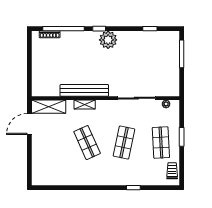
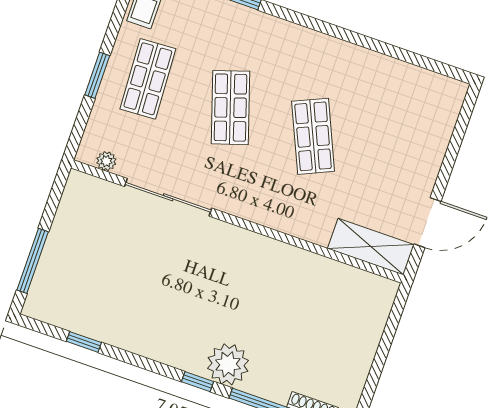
plant: (108, 40) -> (228, 364), moved
bench: (84, 90) -> (279, 255), removed
shelving: (85, 105) -> (289, 223), removed
shop shelf: (124, 143) -> (230, 108), turned -30

